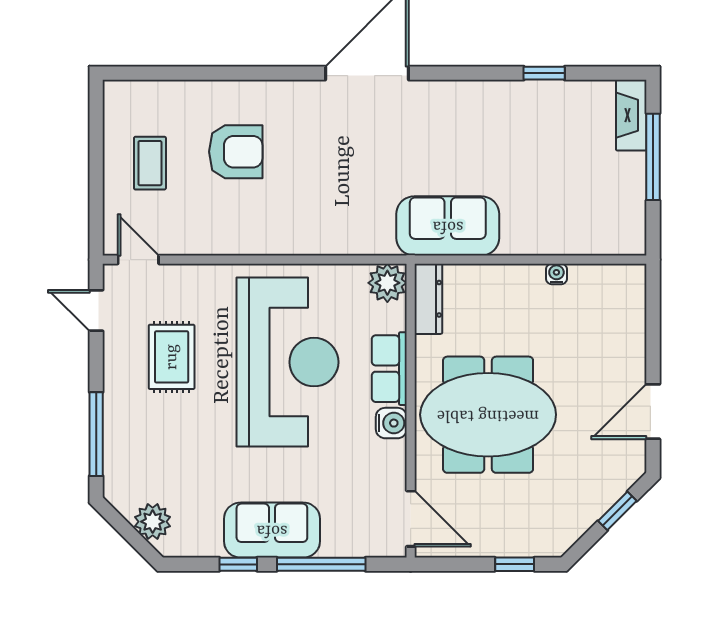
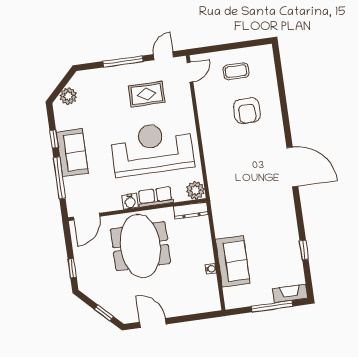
sofa: (448, 226) -> (233, 261), moved
reception desk: (288, 362) -> (152, 149), turned 180
window: (96, 434) -> (123, 61), moved

